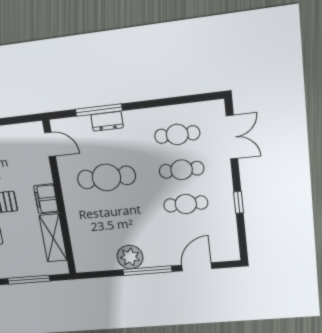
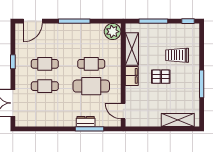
cafe table: (177, 135) -> (91, 64), moved
plant: (130, 257) -> (113, 32), moved
door: (197, 267) -> (33, 21), moved

